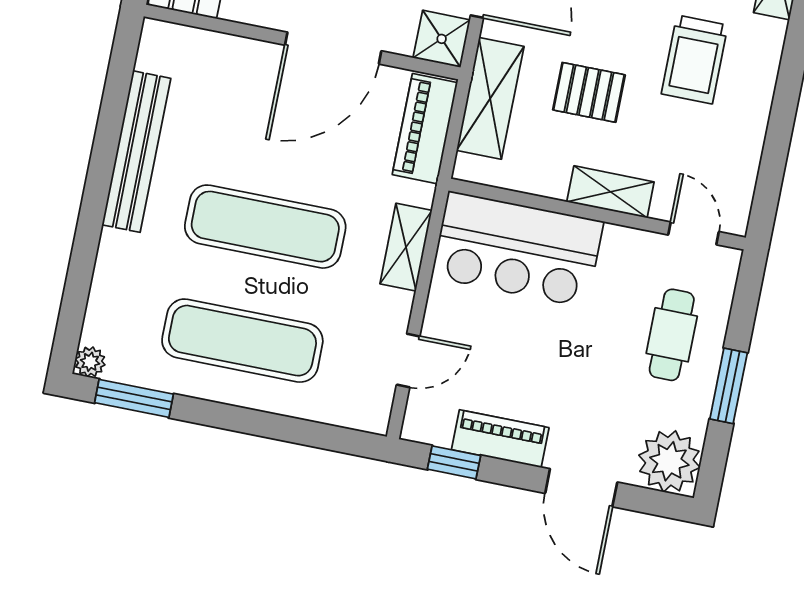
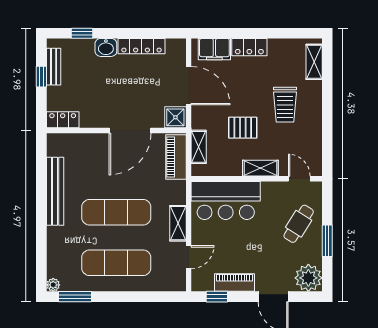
shelving: (490, 98) -> (199, 147), width x0.67, depth x0.75
shelving: (406, 247) -> (178, 223), moved
cafe table: (672, 335) -> (299, 224), turned 32

